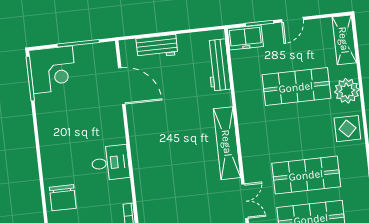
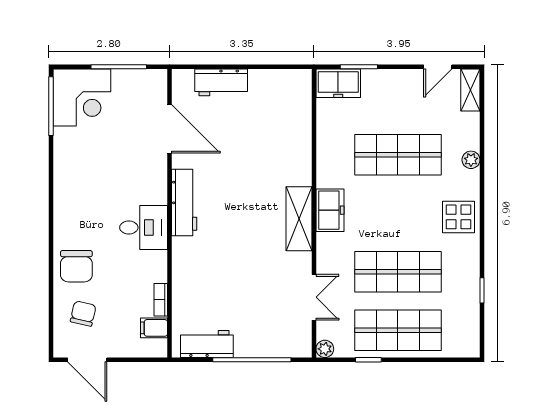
door: (292, 20) -> (438, 67), moved
shelving: (344, 40) -> (470, 90), width x0.67, depth x0.75
workbench: (219, 65) -> (184, 202), moved, turned 180
plant: (347, 91) -> (471, 160), width x0.53, depth x0.53
freezer: (250, 134) -> (330, 210), added
shelving: (227, 143) -> (299, 219), width x0.68

